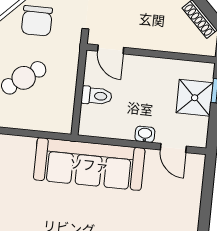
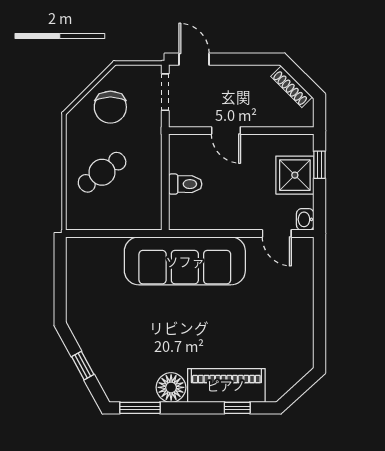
door: (111, 49) -> (226, 131), moved
washbasin: (145, 134) -> (305, 219), moved, turned -90

